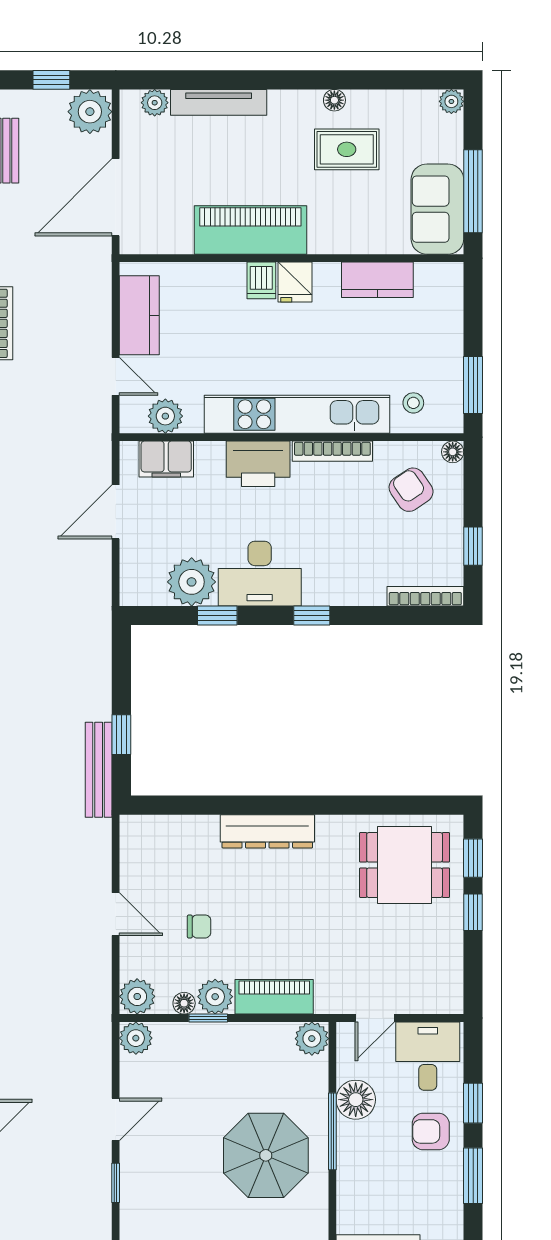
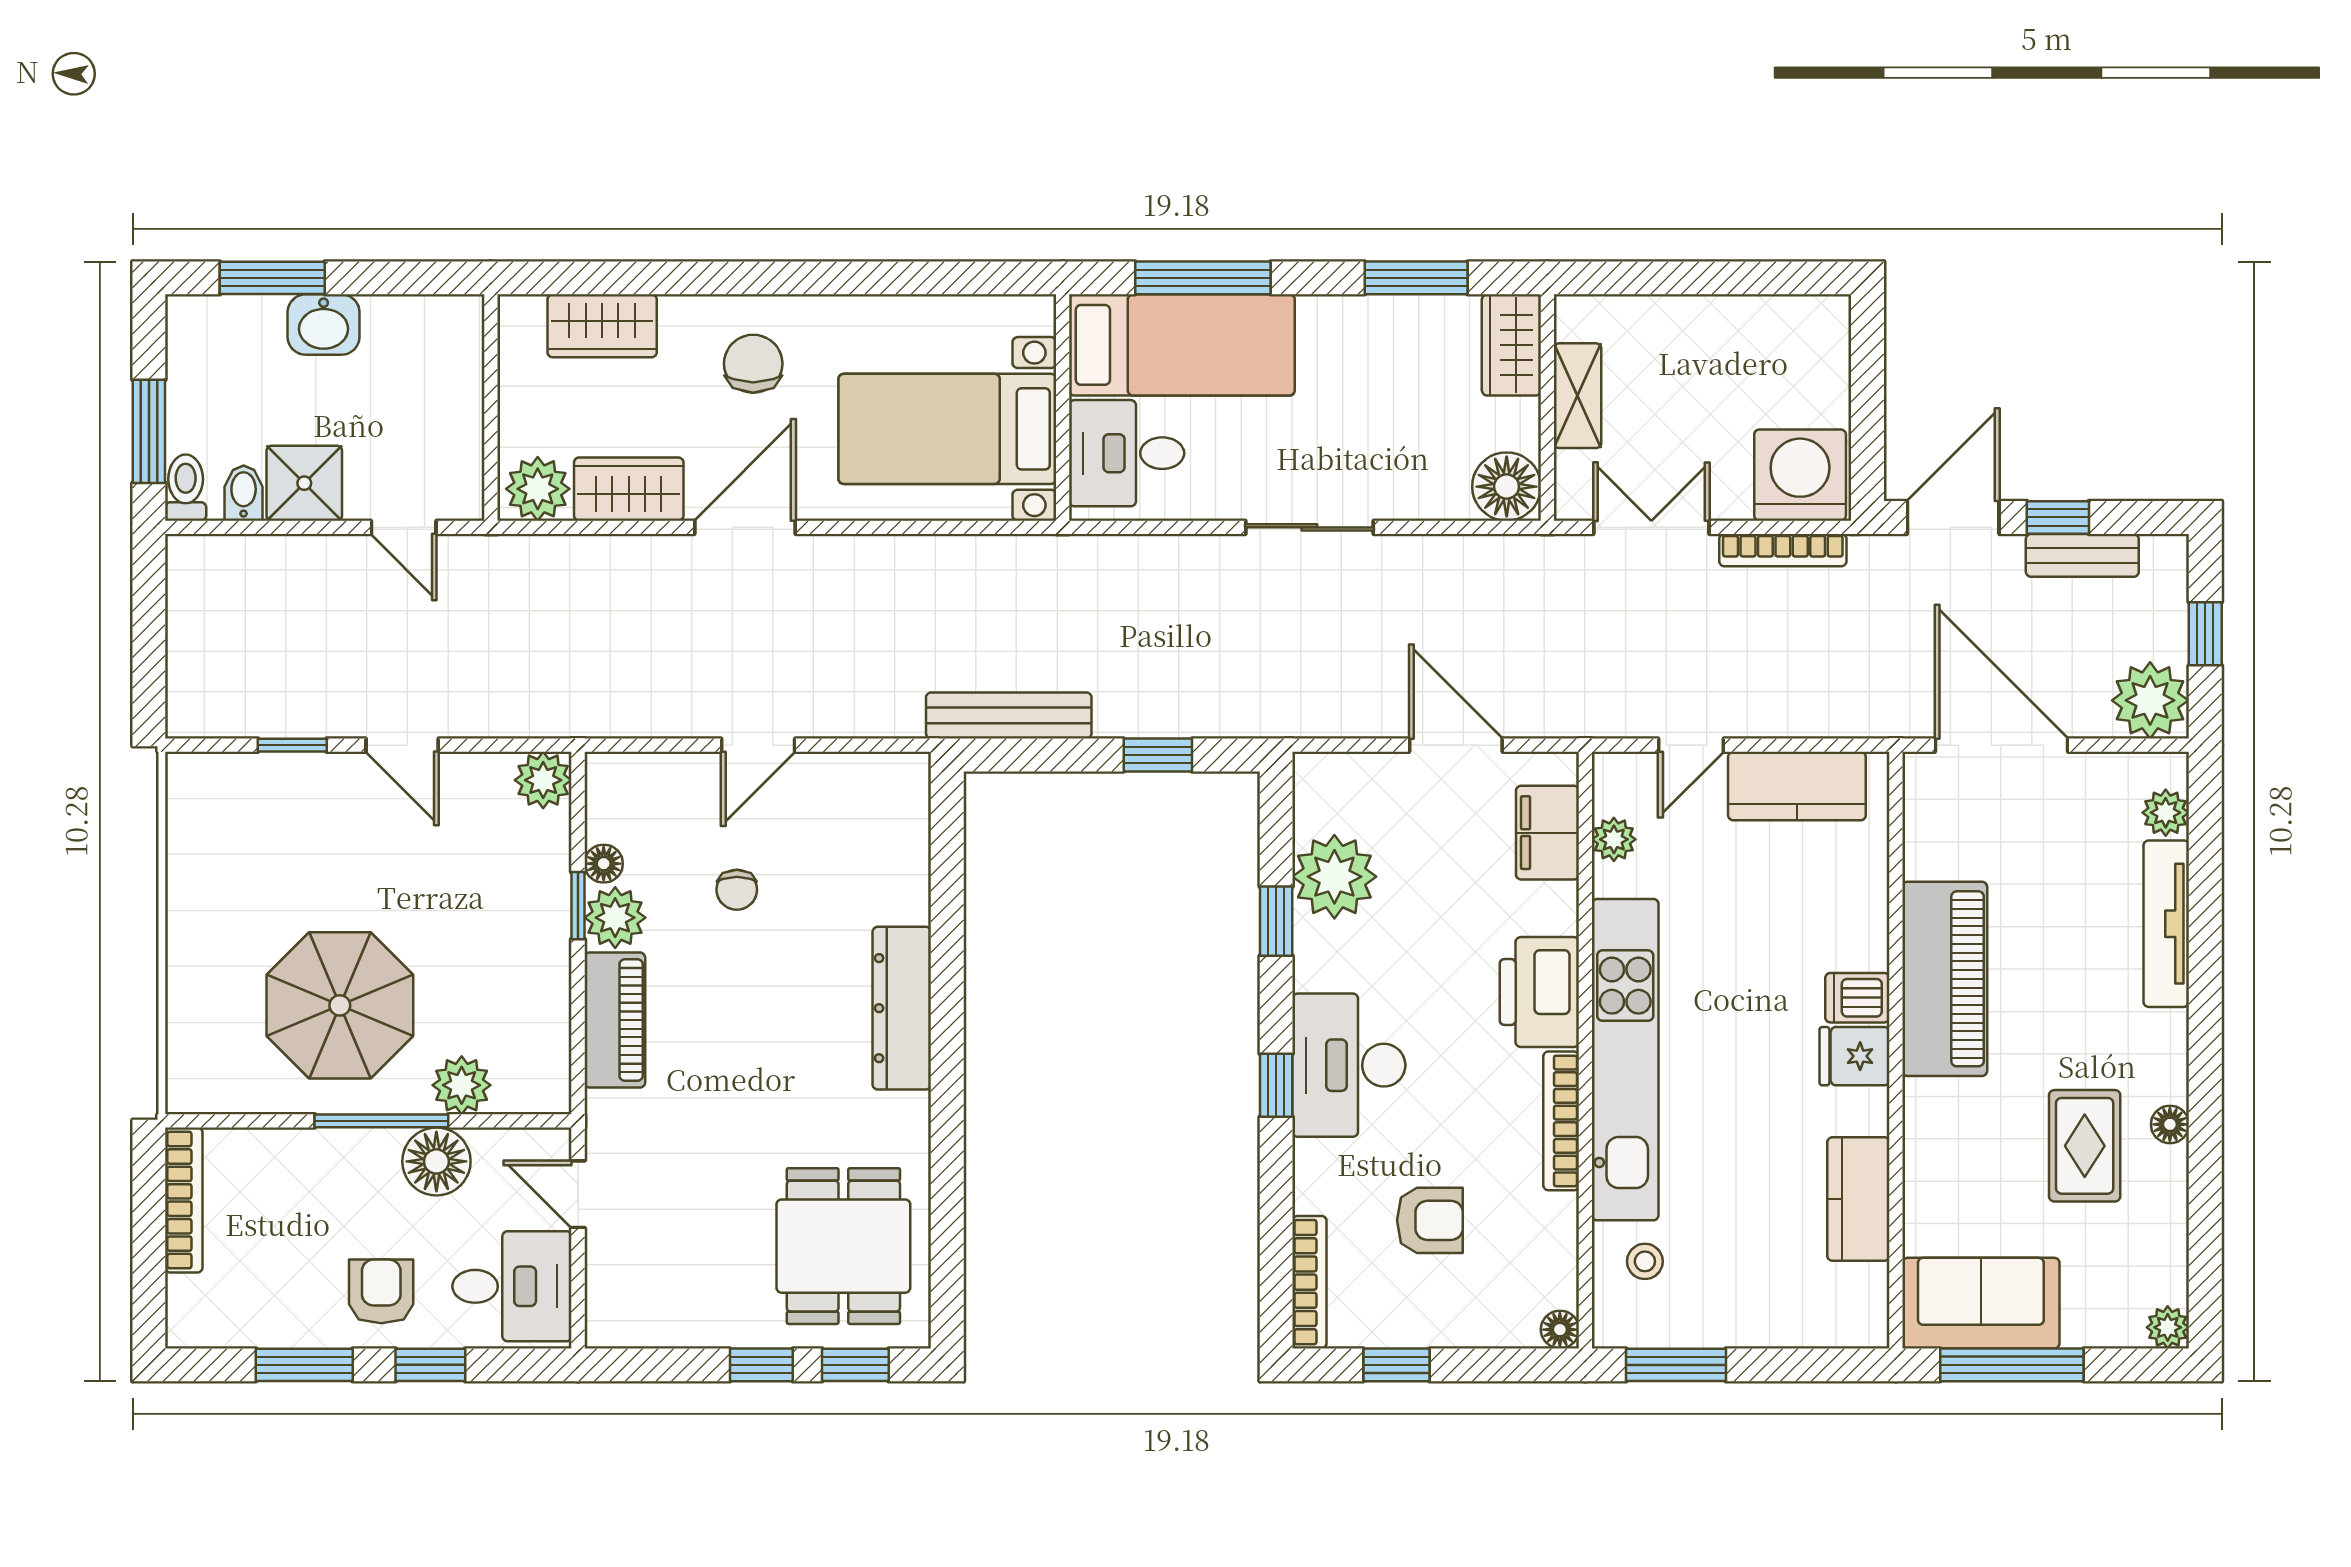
plant: (165, 416) -> (1614, 839), width x0.73, depth x0.73
armchair: (411, 490) -> (1430, 1220), moved, turned 34
desk: (260, 574) -> (1349, 1065), moved
window: (121, 735) -> (1158, 755), moved
plant: (137, 996) -> (615, 782), removed
plant: (312, 1039) -> (462, 1085), moved

